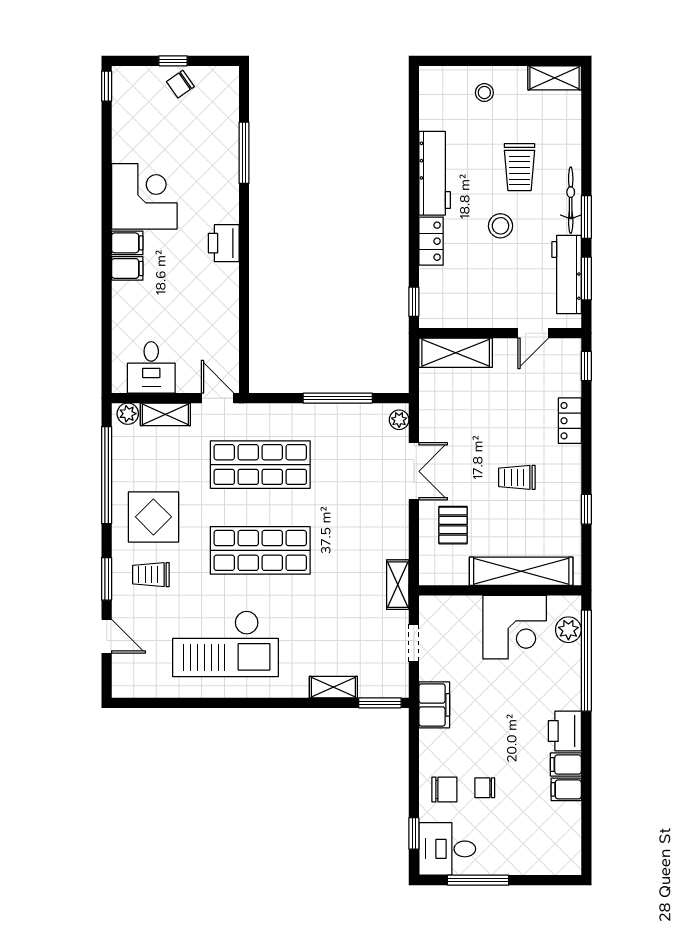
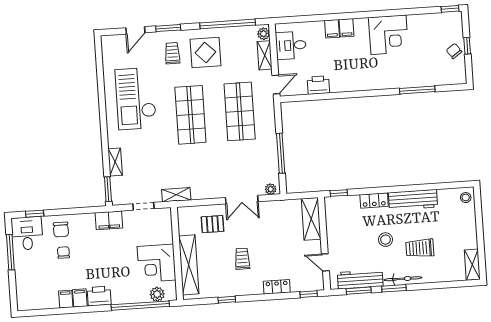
stool: (484, 93) -> (466, 198), moved
filing cabinet: (127, 243) -> (332, 29), moved
printer: (224, 243) -> (318, 85), moved

